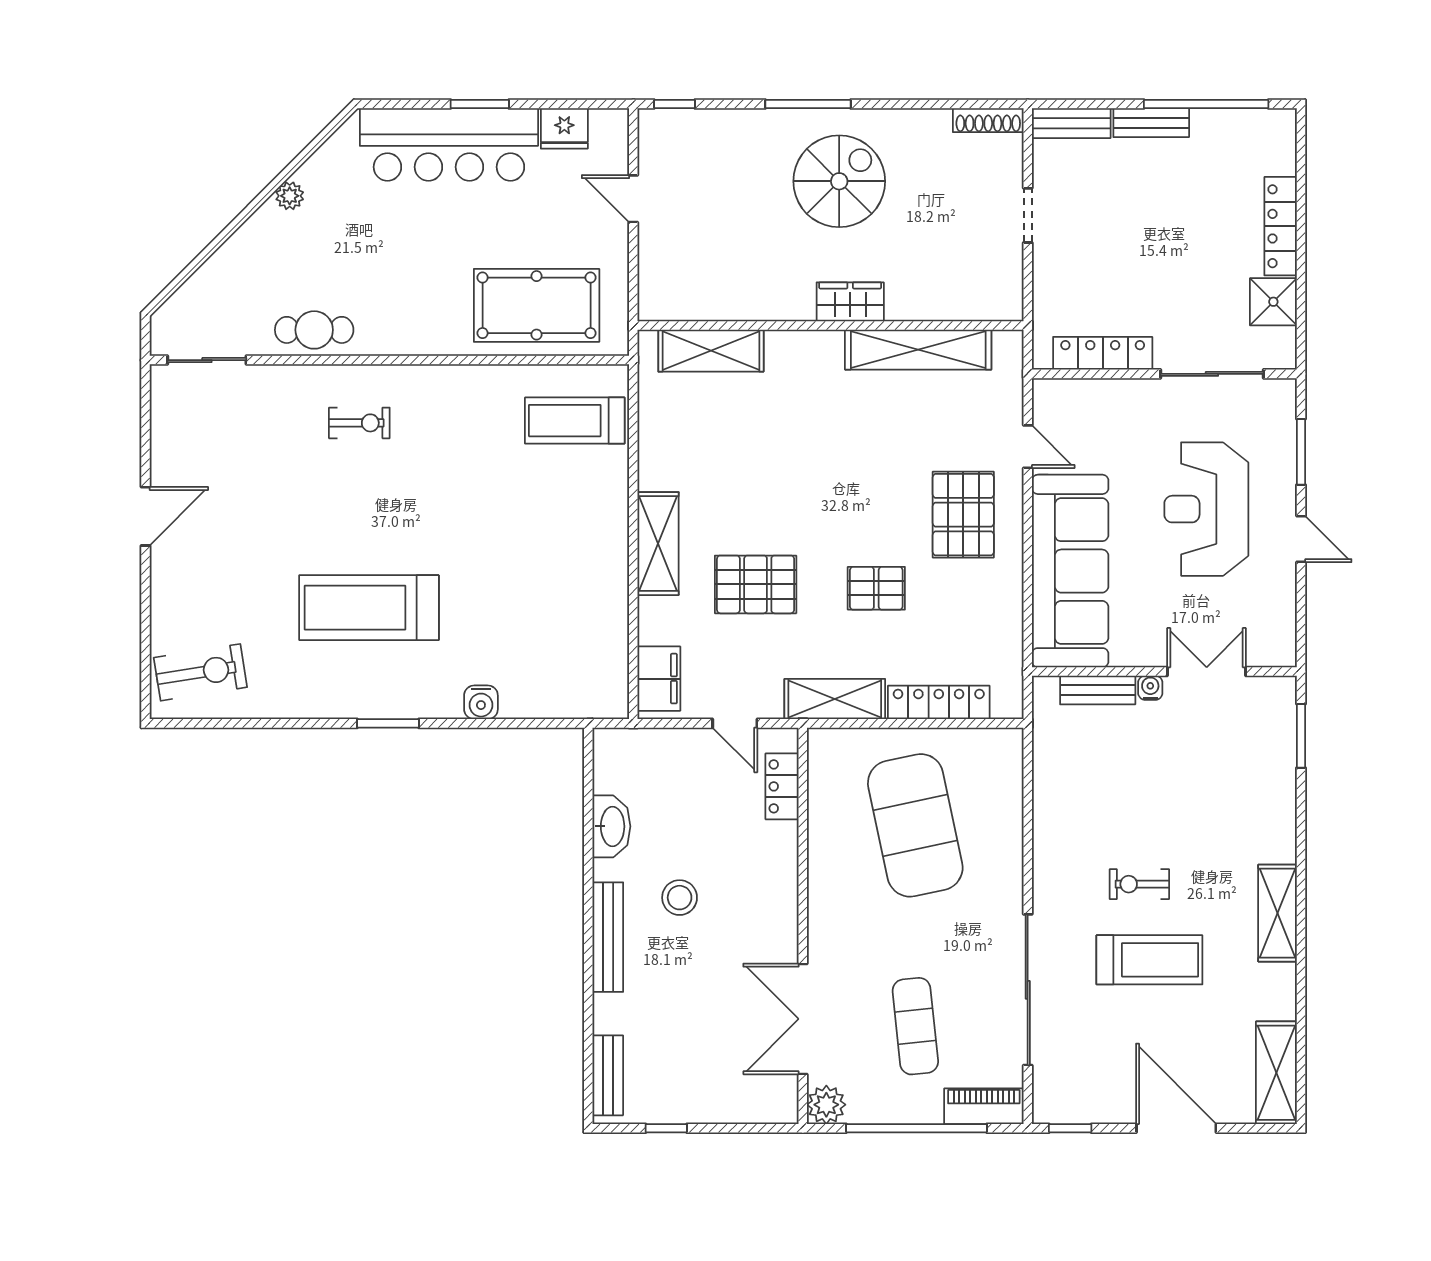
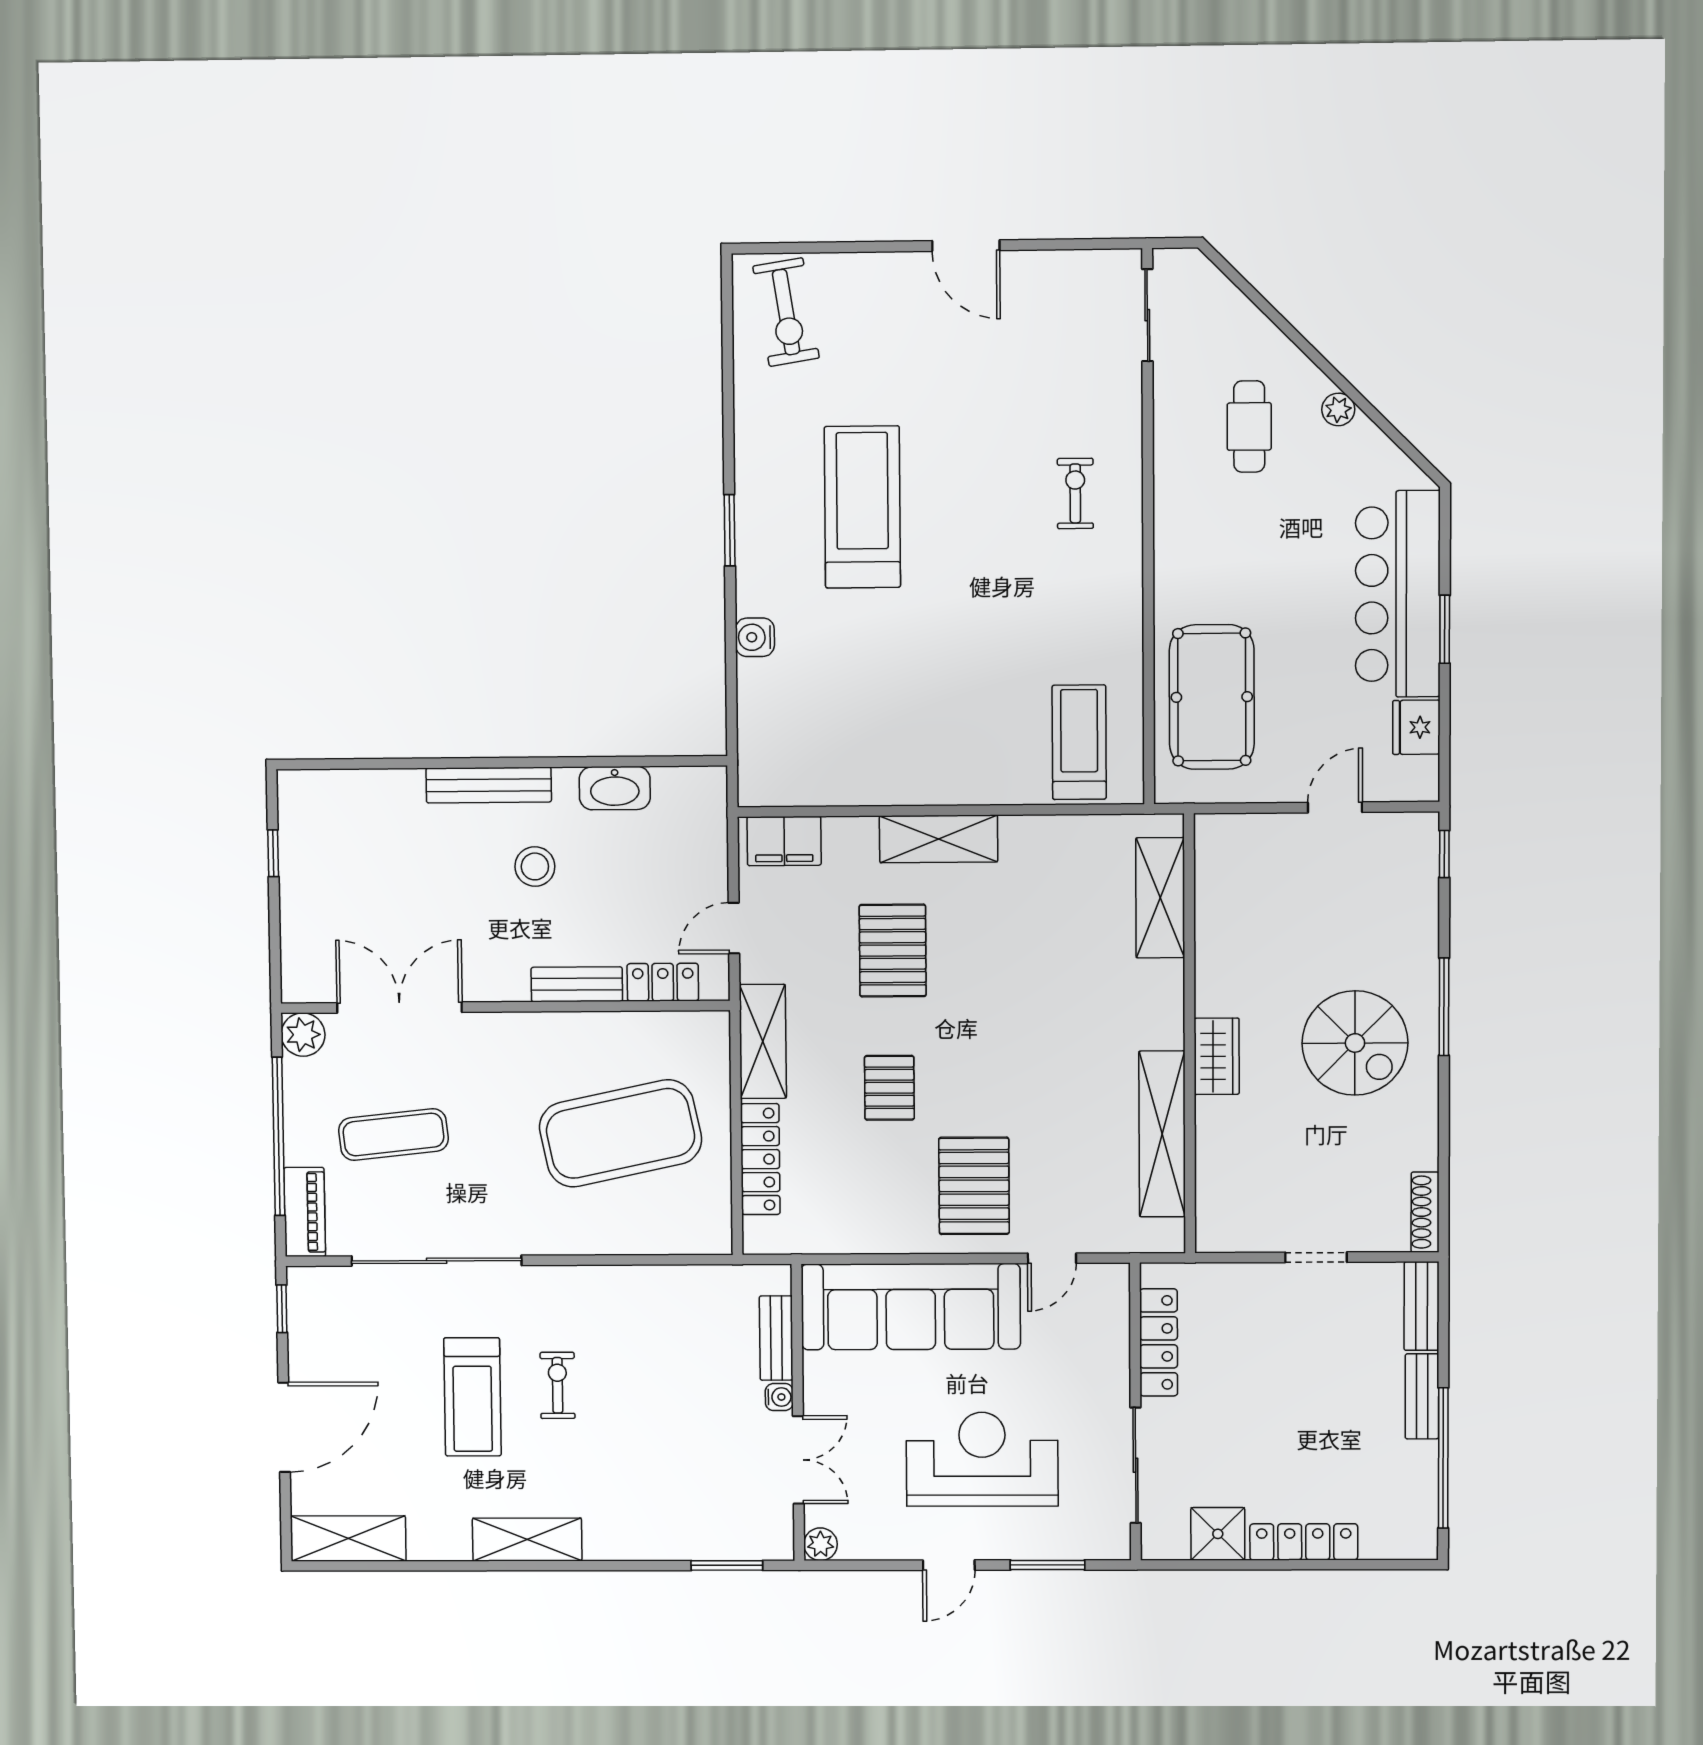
cafe table: (314, 330) -> (1249, 426), moved
exercise bike: (359, 423) -> (1075, 493), turned 180
pallet: (963, 515) -> (974, 1186), turned 90
plant: (1282, 653) -> (820, 1544), added
bench: (608, 1075) -> (577, 984), moved

